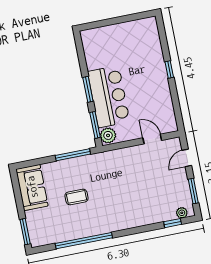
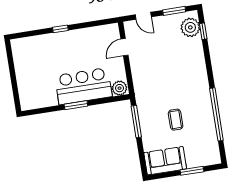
window: (95, 125) -> (109, 100), removed
plant: (182, 213) -> (190, 27), width x1.87, depth x1.87
window: (25, 232) -> (192, 171), moved

